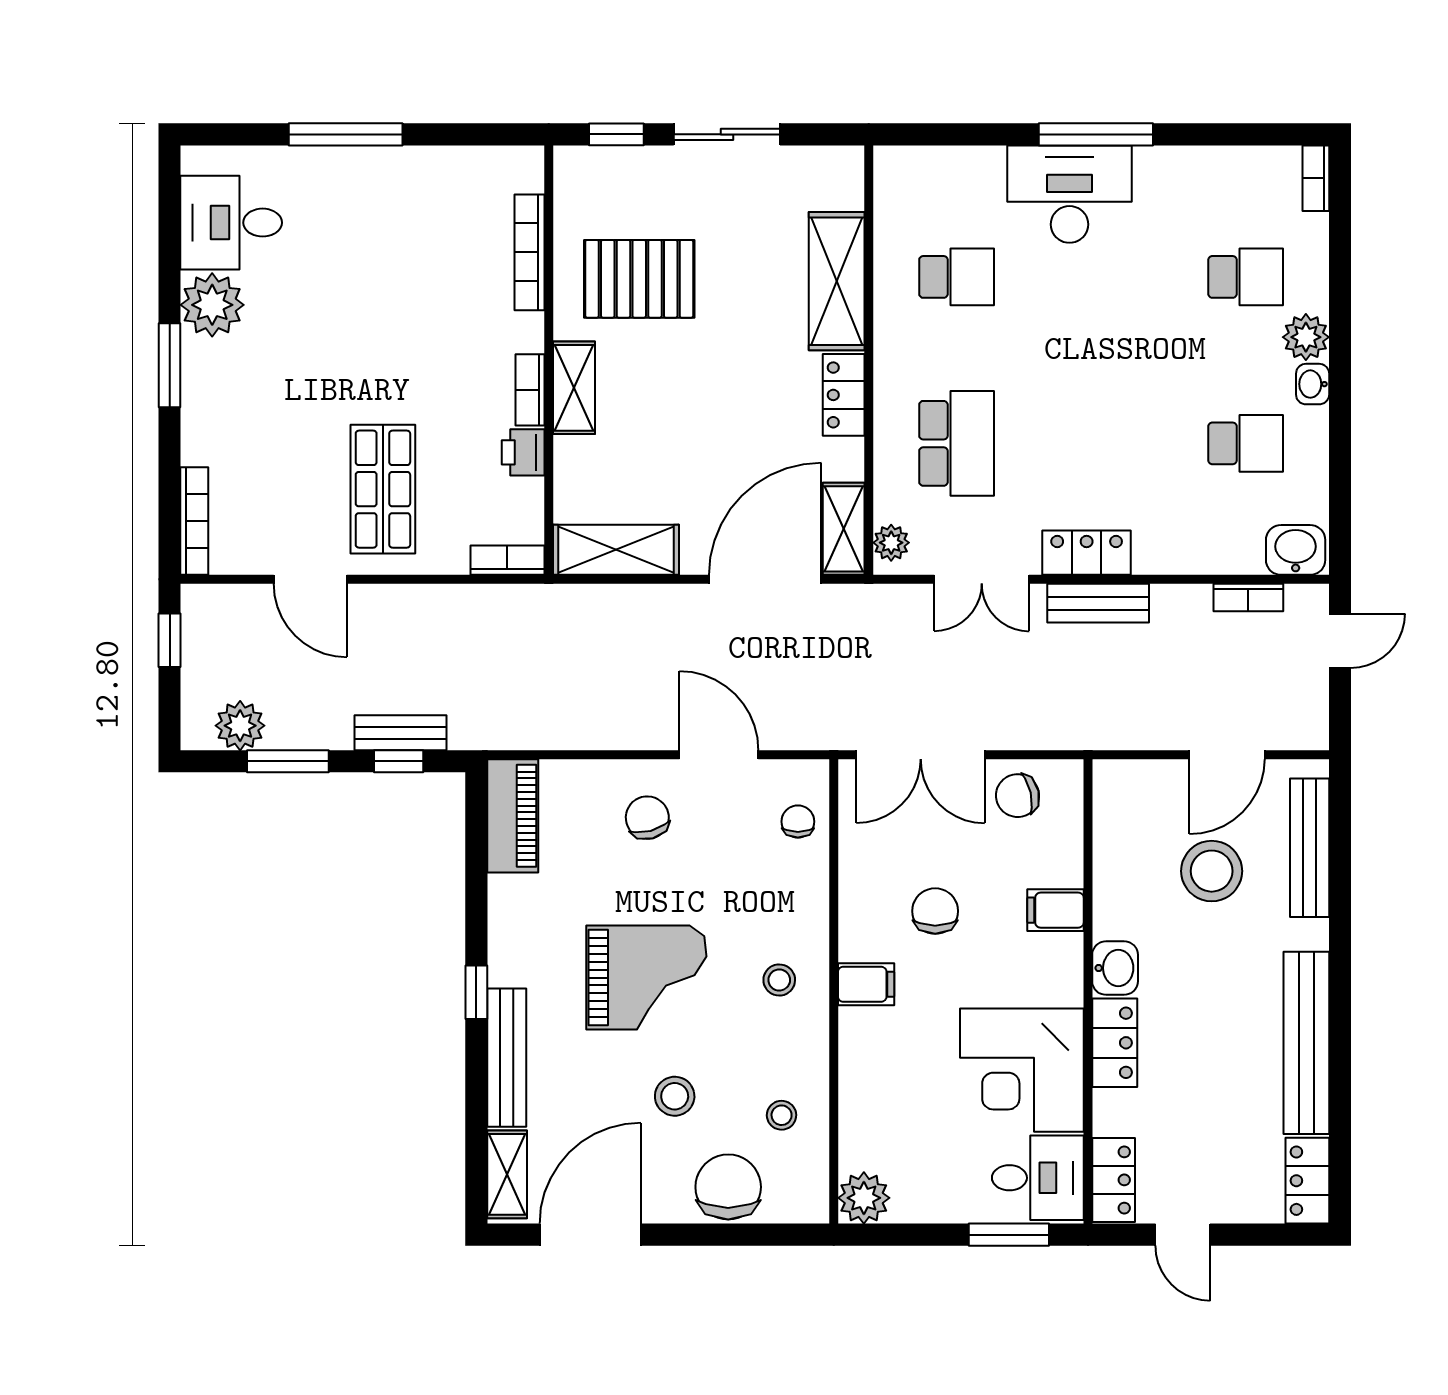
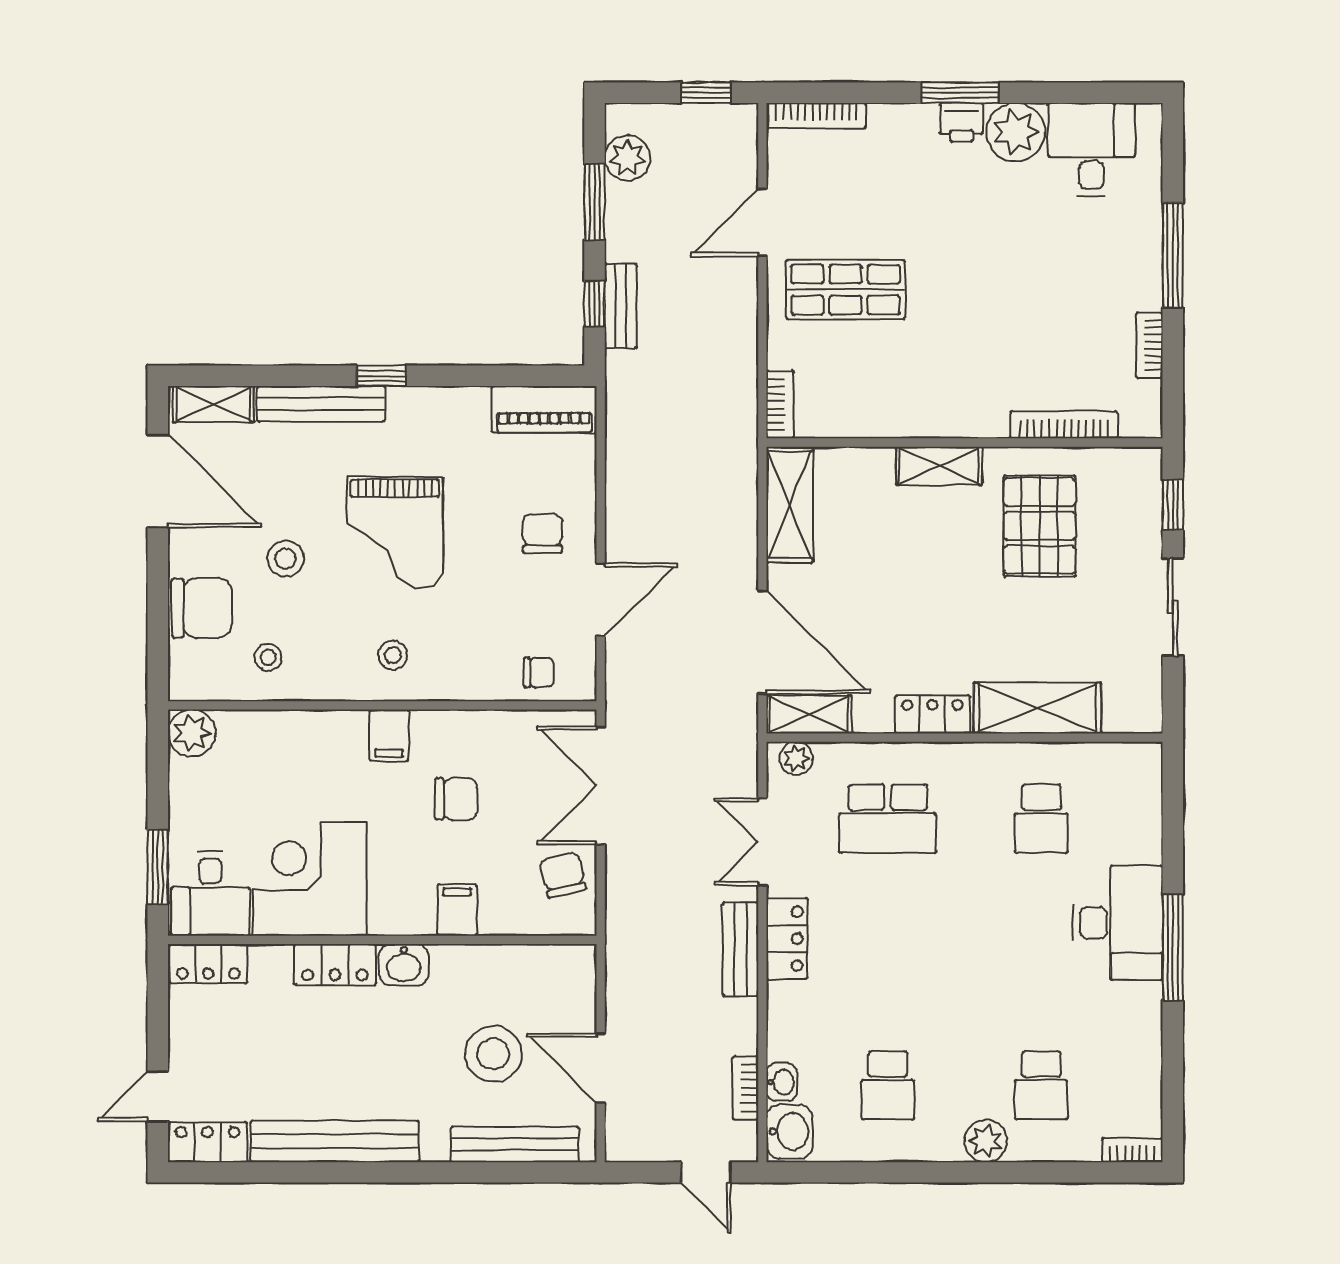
washbasin: (1313, 384) -> (782, 1082), moved, turned 90
bookcase: (530, 390) -> (1149, 345), moved, turned -90
printer: (523, 452) -> (962, 122), moved, turned 180
chair: (647, 818) -> (543, 533), turned -75
door: (1183, 1235) -> (158, 1096), moved

